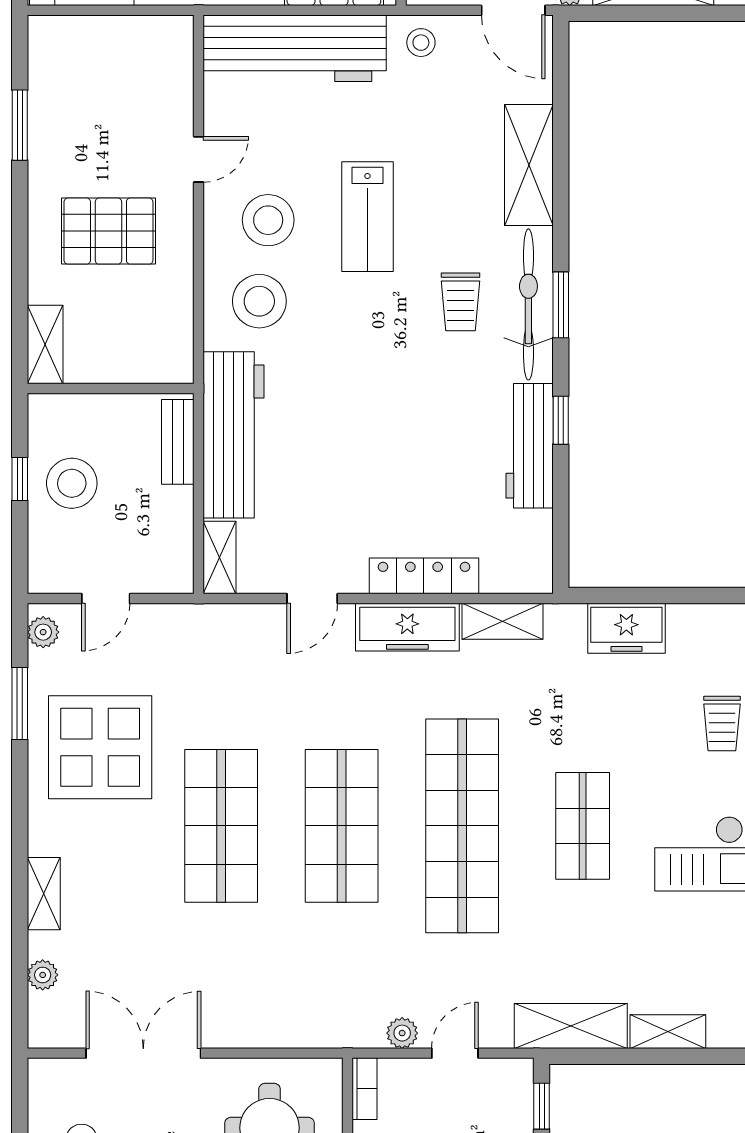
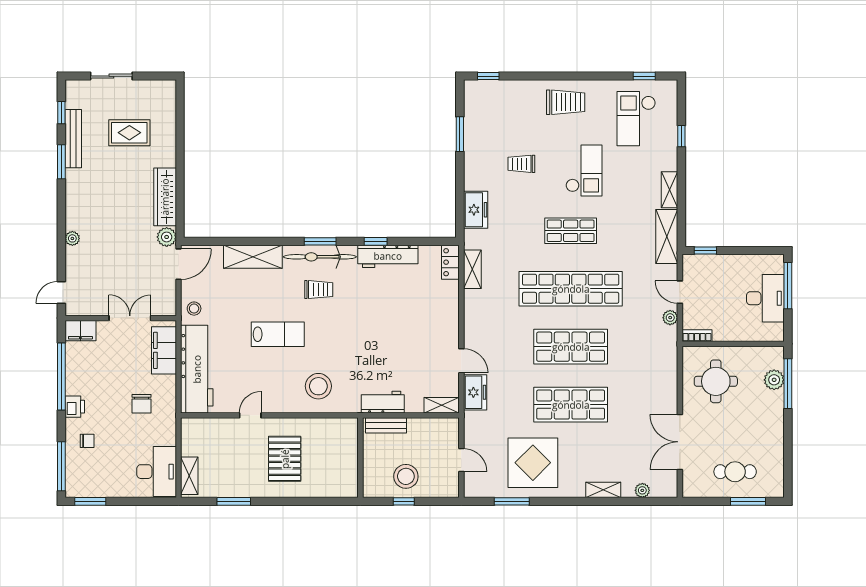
door: (199, 159) -> (250, 415), hinge flipped
stool: (268, 220) -> (279, 382), removed
shelving: (45, 345) -> (189, 476), moved, turned 90
workbench: (234, 435) -> (383, 402), width x0.53, depth x0.76
locker: (424, 576) -> (450, 262), moved, width x0.66
freezer: (407, 627) -> (475, 392), moved, width x0.71
plant: (43, 632) -> (477, 490), removed
trolley: (722, 724) -> (521, 164), turned 180

